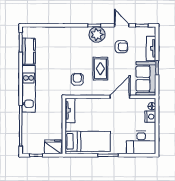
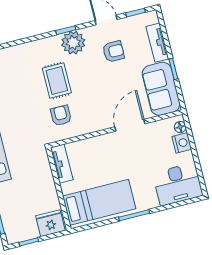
rug: (100, 69) -> (57, 80), moved

